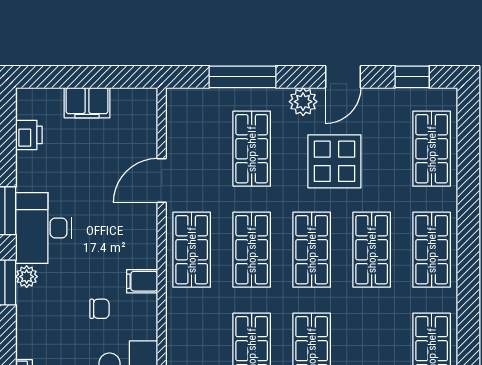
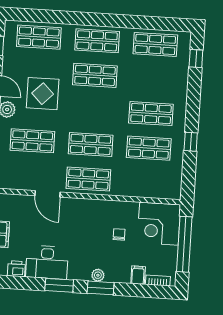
desk: (44, 228) -> (47, 262), moved
shop shelf: (312, 250) -> (93, 110), removed
filing cabinet: (142, 281) -> (138, 275), moved, turned 180

